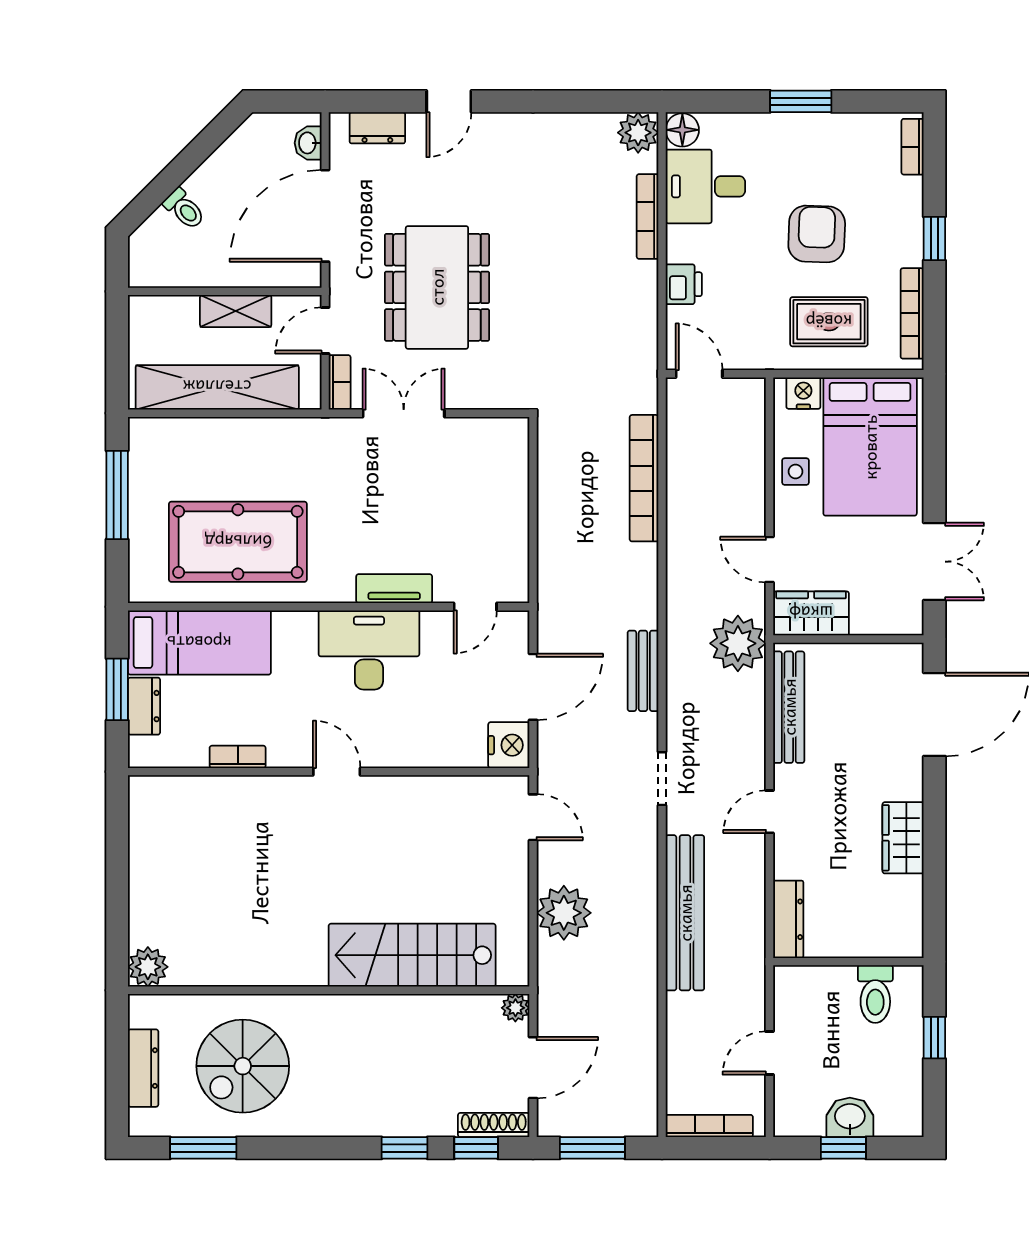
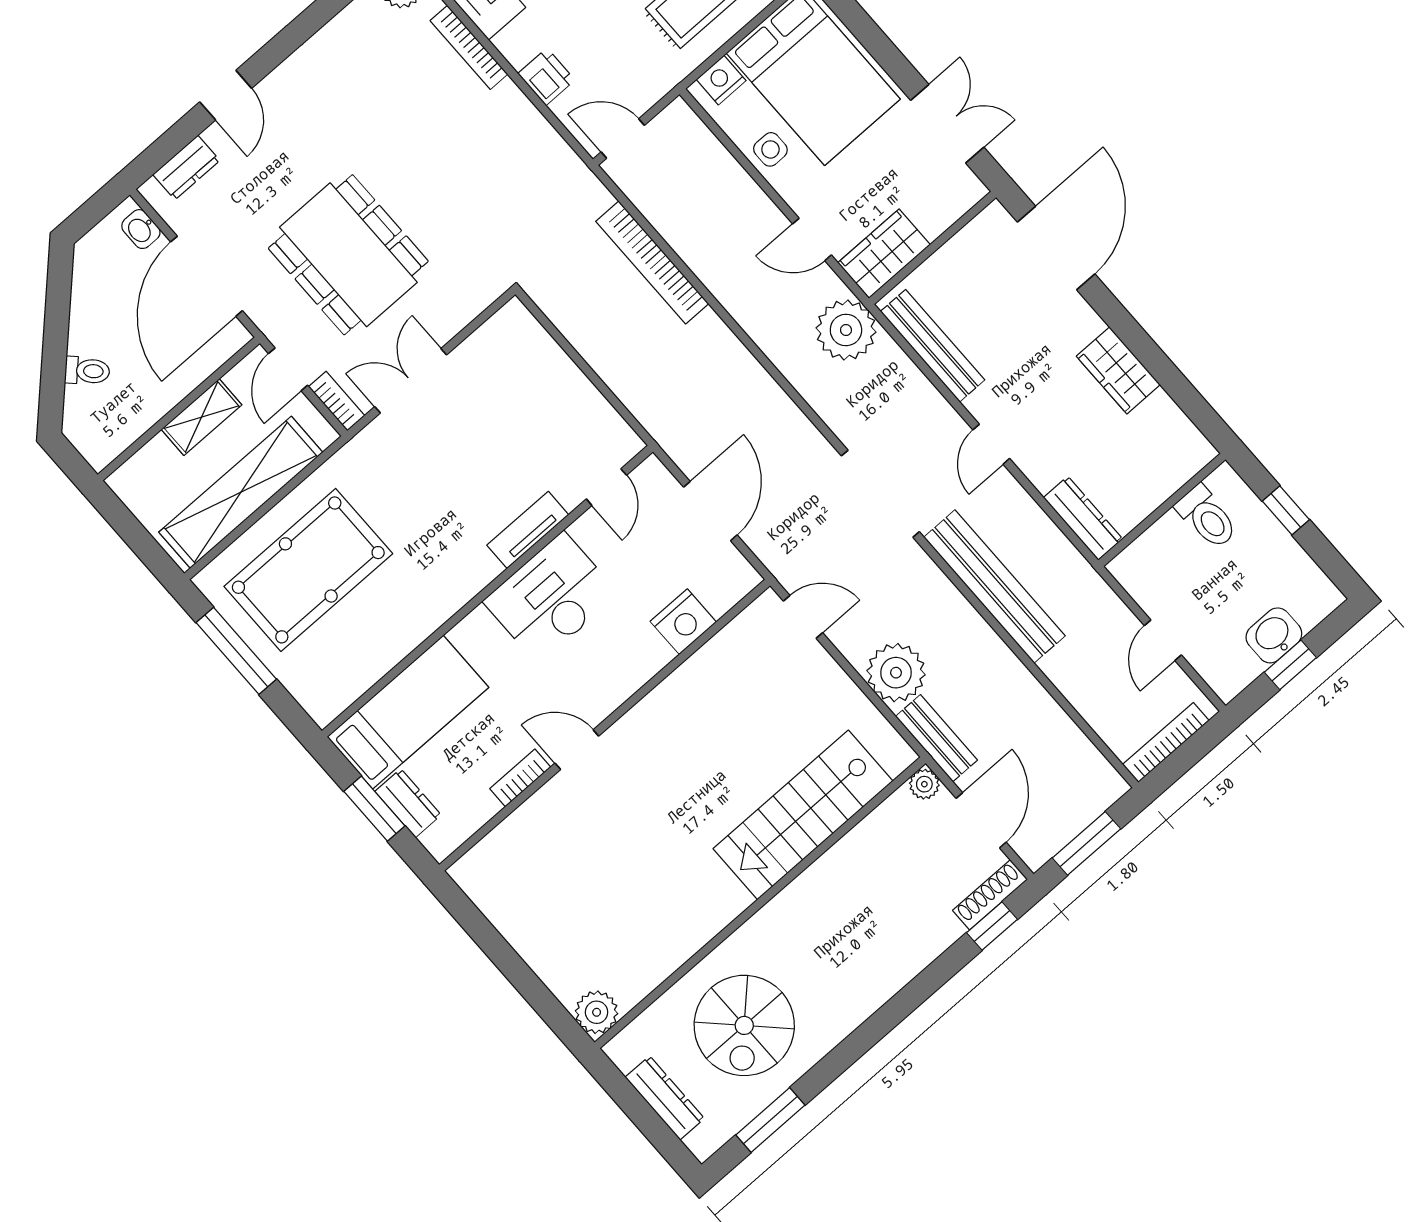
pool table: (238, 542) -> (308, 570), moved
bench: (643, 671) -> (936, 738), moved
nightstand: (509, 745) -> (683, 622), moved, turned 90
door: (337, 772) -> (577, 750), moved
doorway: (662, 779) -> (880, 494), width x1.88
window: (405, 1148) -> (934, 977), removed

